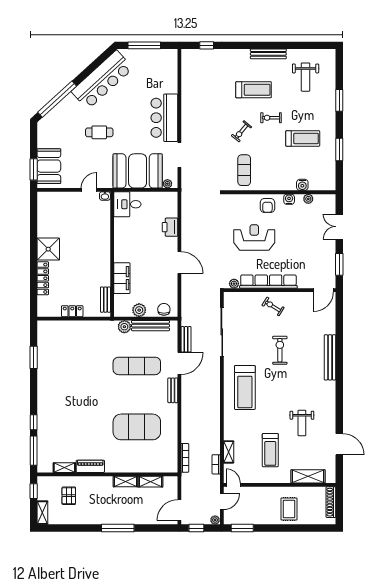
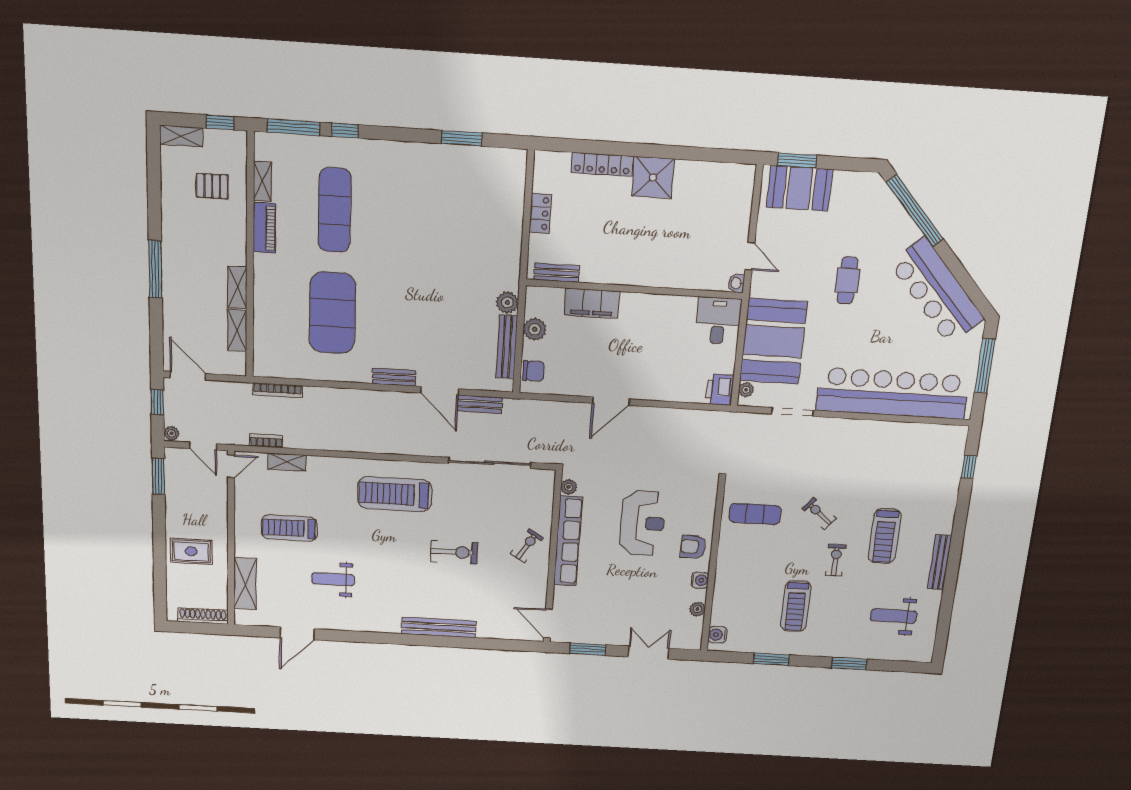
bar counter: (164, 118) -> (892, 393), width x1.86
water cooler: (302, 185) -> (717, 635), moved
printer: (170, 227) -> (720, 390), moved, turned -90
exercise mat: (137, 366) -> (335, 210), moved

